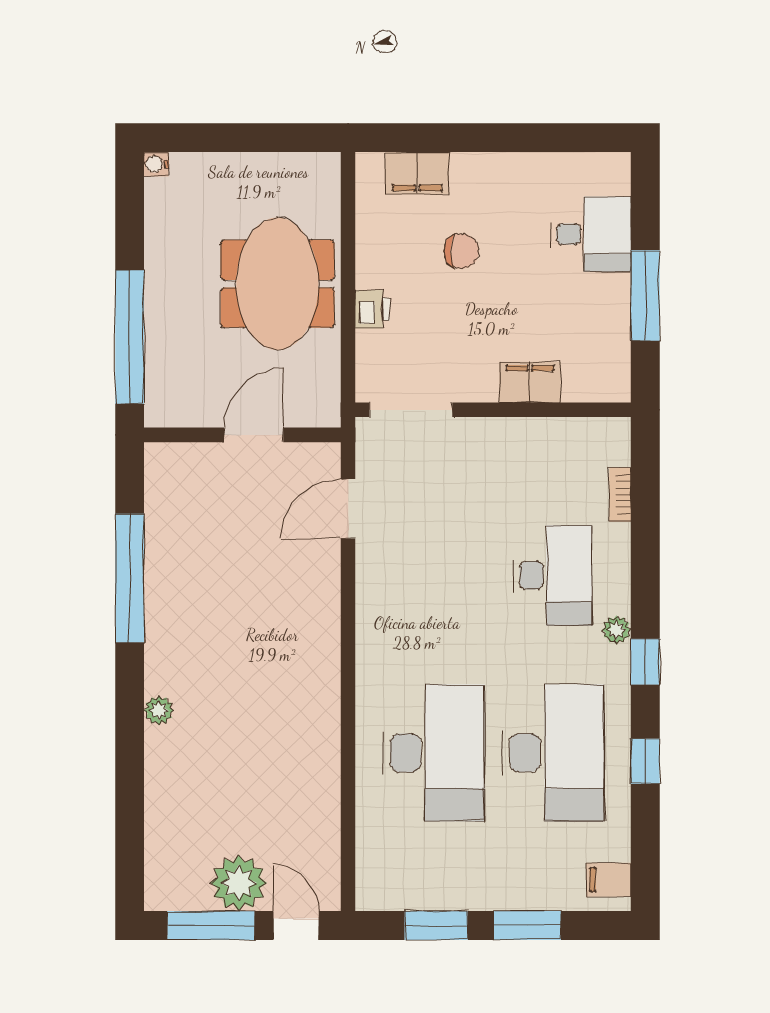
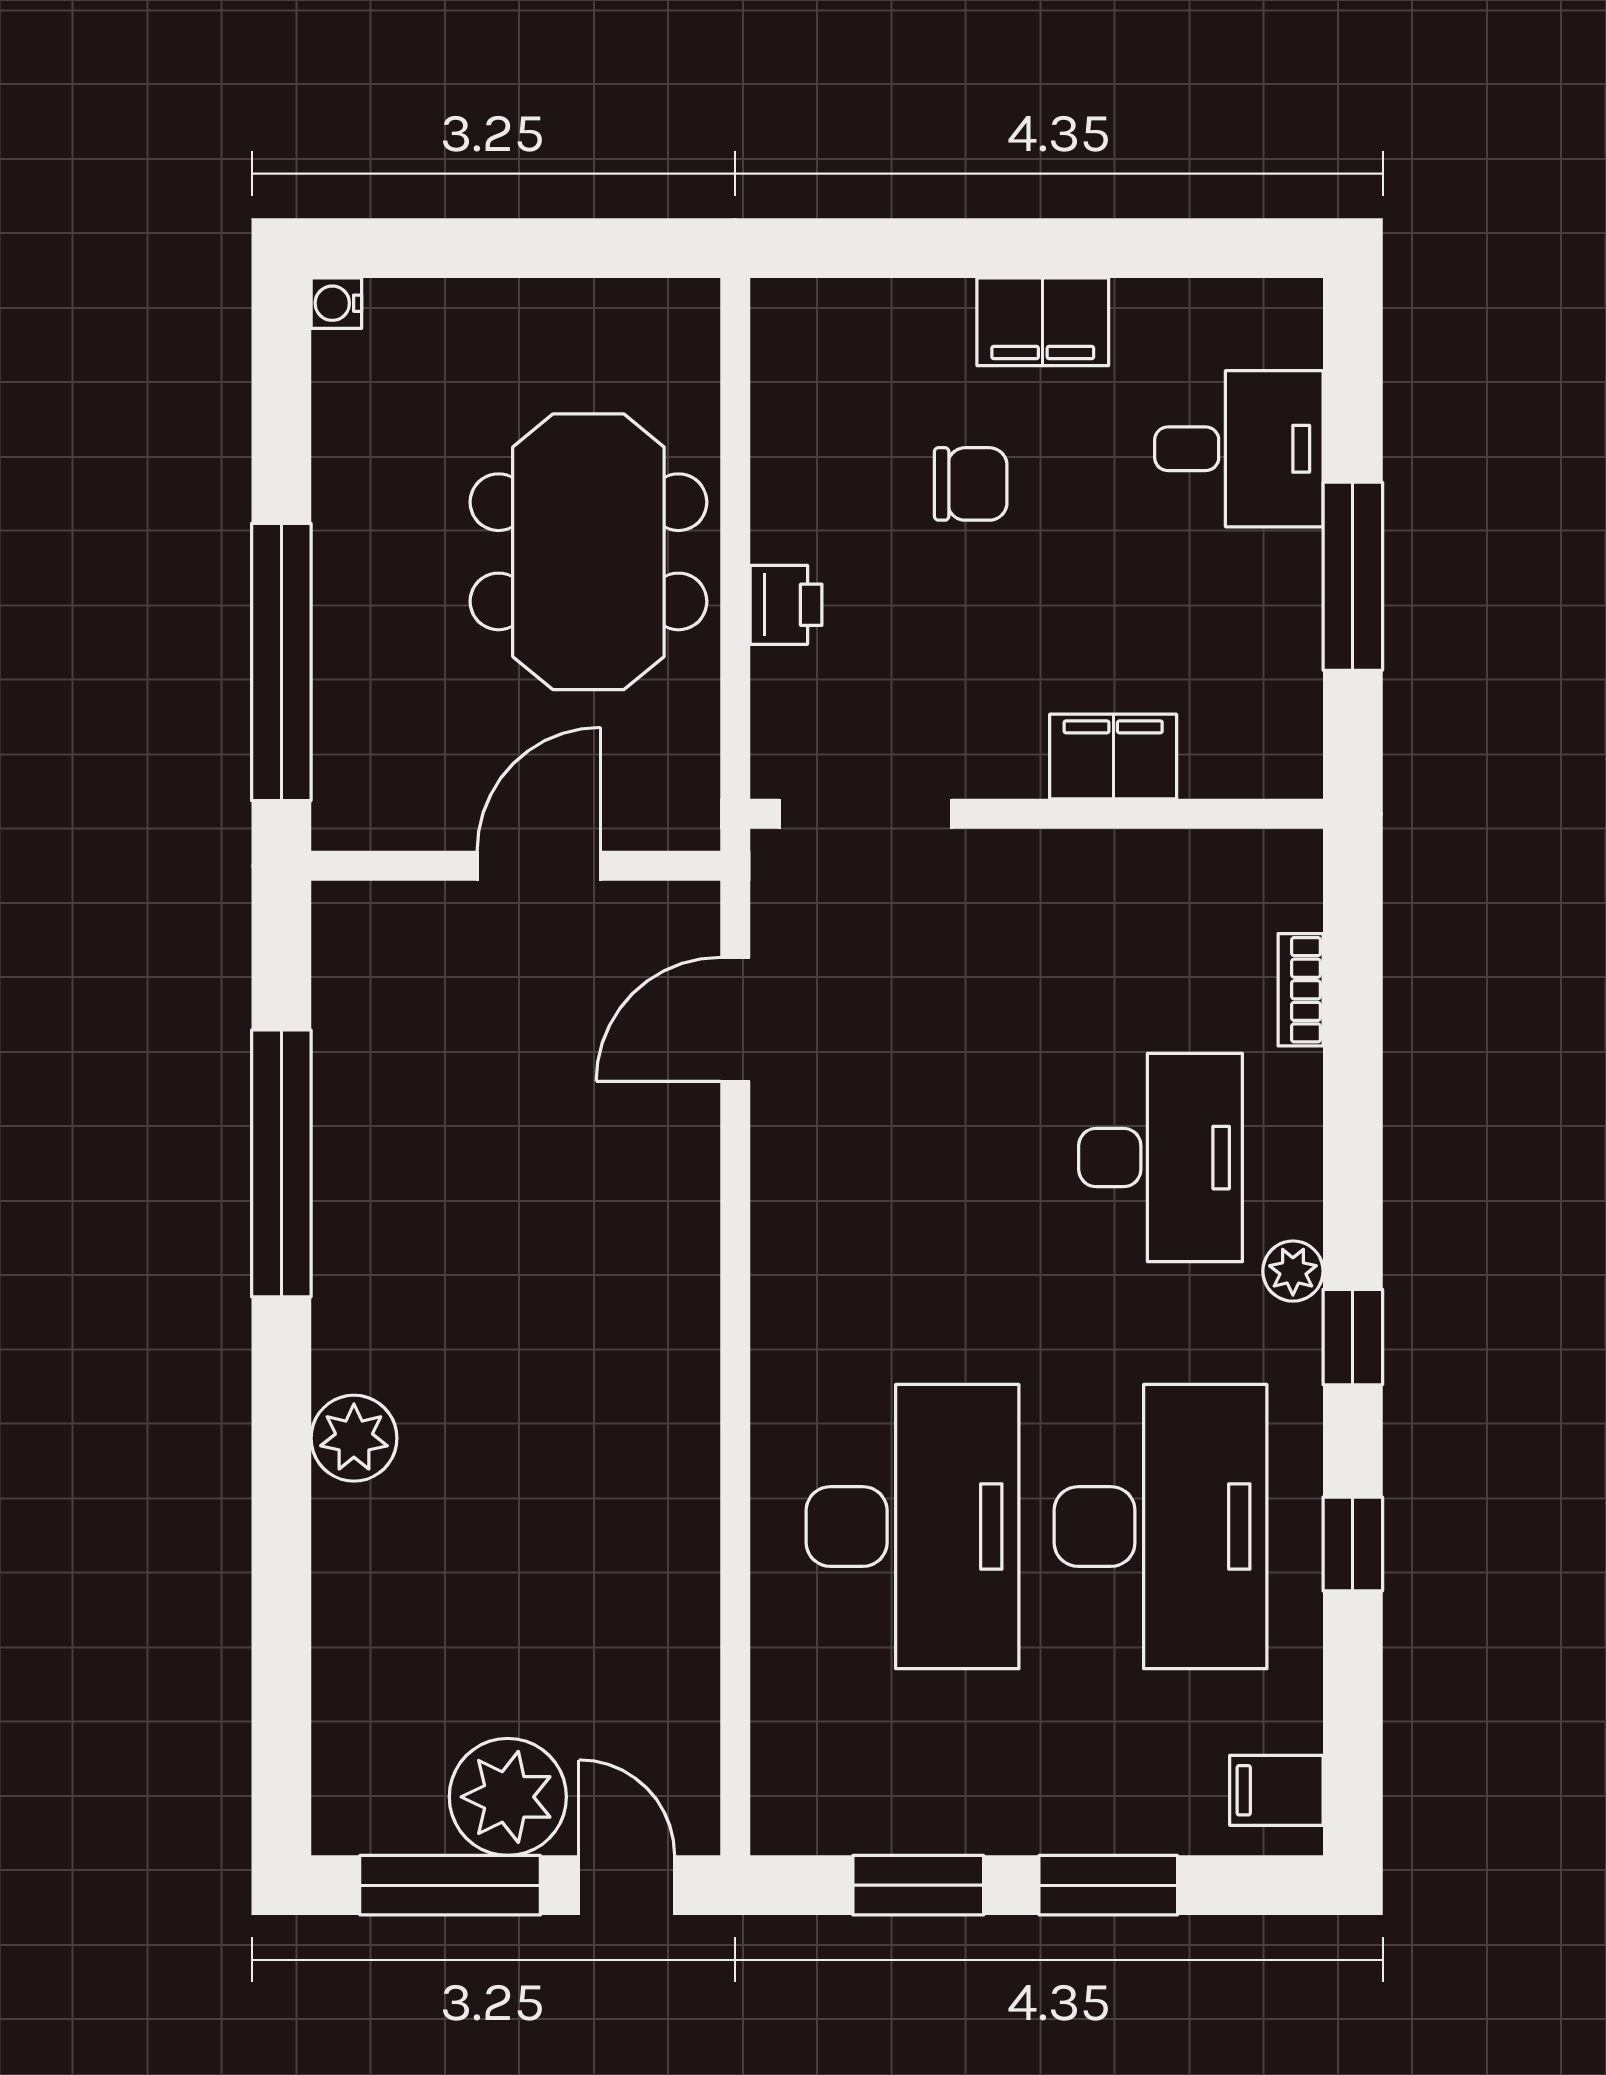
filing cabinet: (417, 173) -> (1043, 322), moved
plant: (159, 710) -> (354, 1438), width x1.38, depth x1.38

